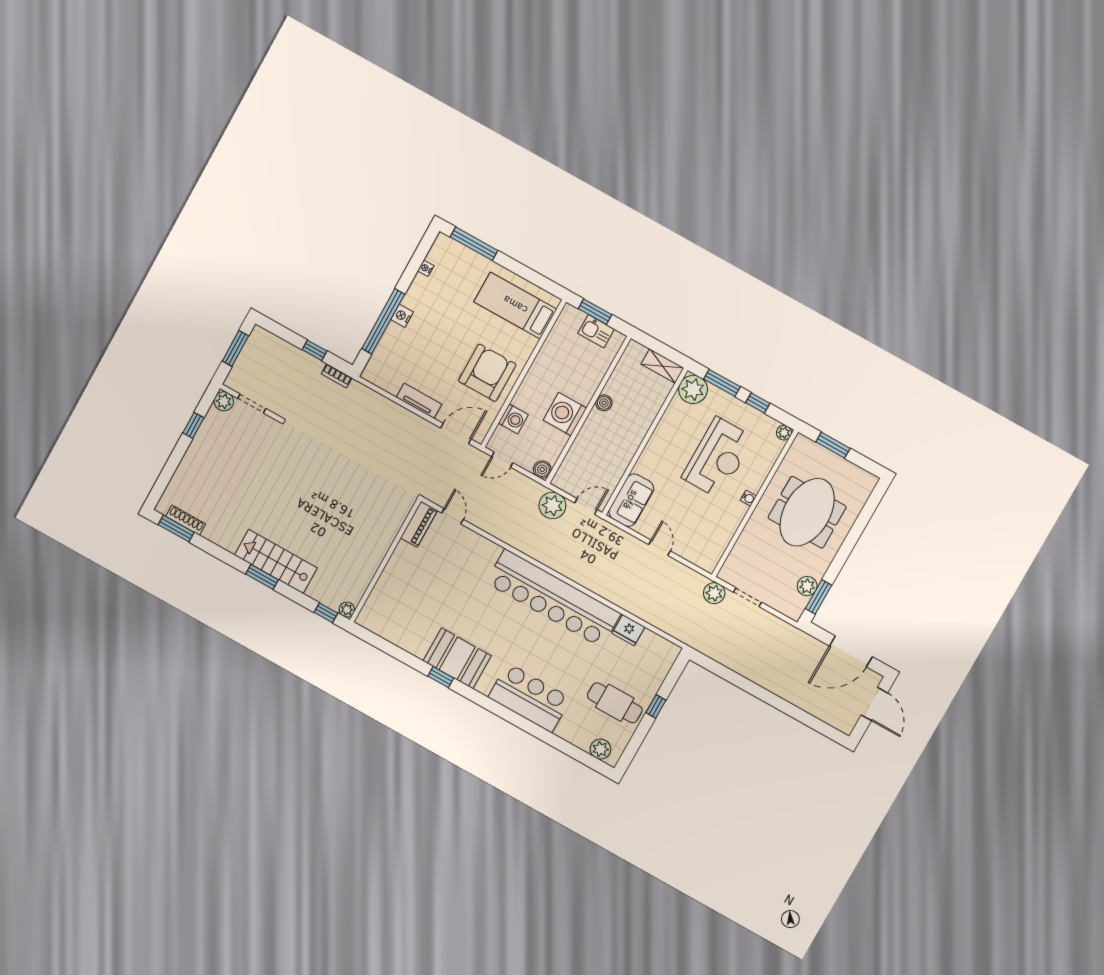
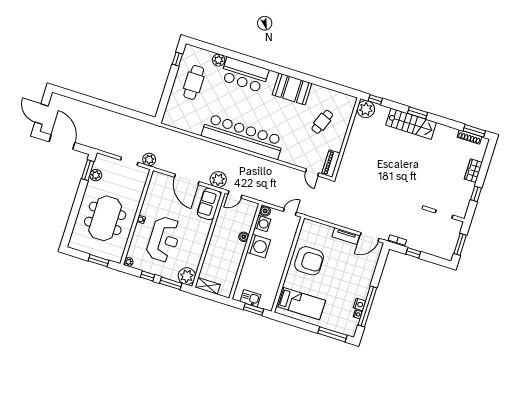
nightstand: (402, 316) -> (359, 304), moved
window: (383, 321) -> (367, 306), moved
armchair: (487, 373) -> (309, 261), turned -90
plant: (224, 401) -> (461, 212), removed
boiler: (604, 403) -> (244, 237), moved
washing machine: (513, 419) -> (263, 224), moved, turned 180
door: (456, 434) -> (370, 237), moved
reception desk: (718, 458) -> (164, 239), turned 180
wardrobe: (190, 464) -> (473, 171), added
plant: (552, 505) -> (218, 180), moved
door: (659, 548) -> (187, 179), width x1.87
cafe table: (419, 595) -> (322, 122), added
plant: (347, 610) -> (366, 109), width x1.87, depth x1.87
fridge: (628, 630) -> (195, 127), removed
door: (851, 651) -> (62, 142), hinge flipped
window: (441, 677) -> (299, 76), removed
cafe table: (615, 703) -> (194, 82), turned 90
window: (656, 706) -> (177, 59), moved
plant: (600, 749) -> (219, 60), moved

